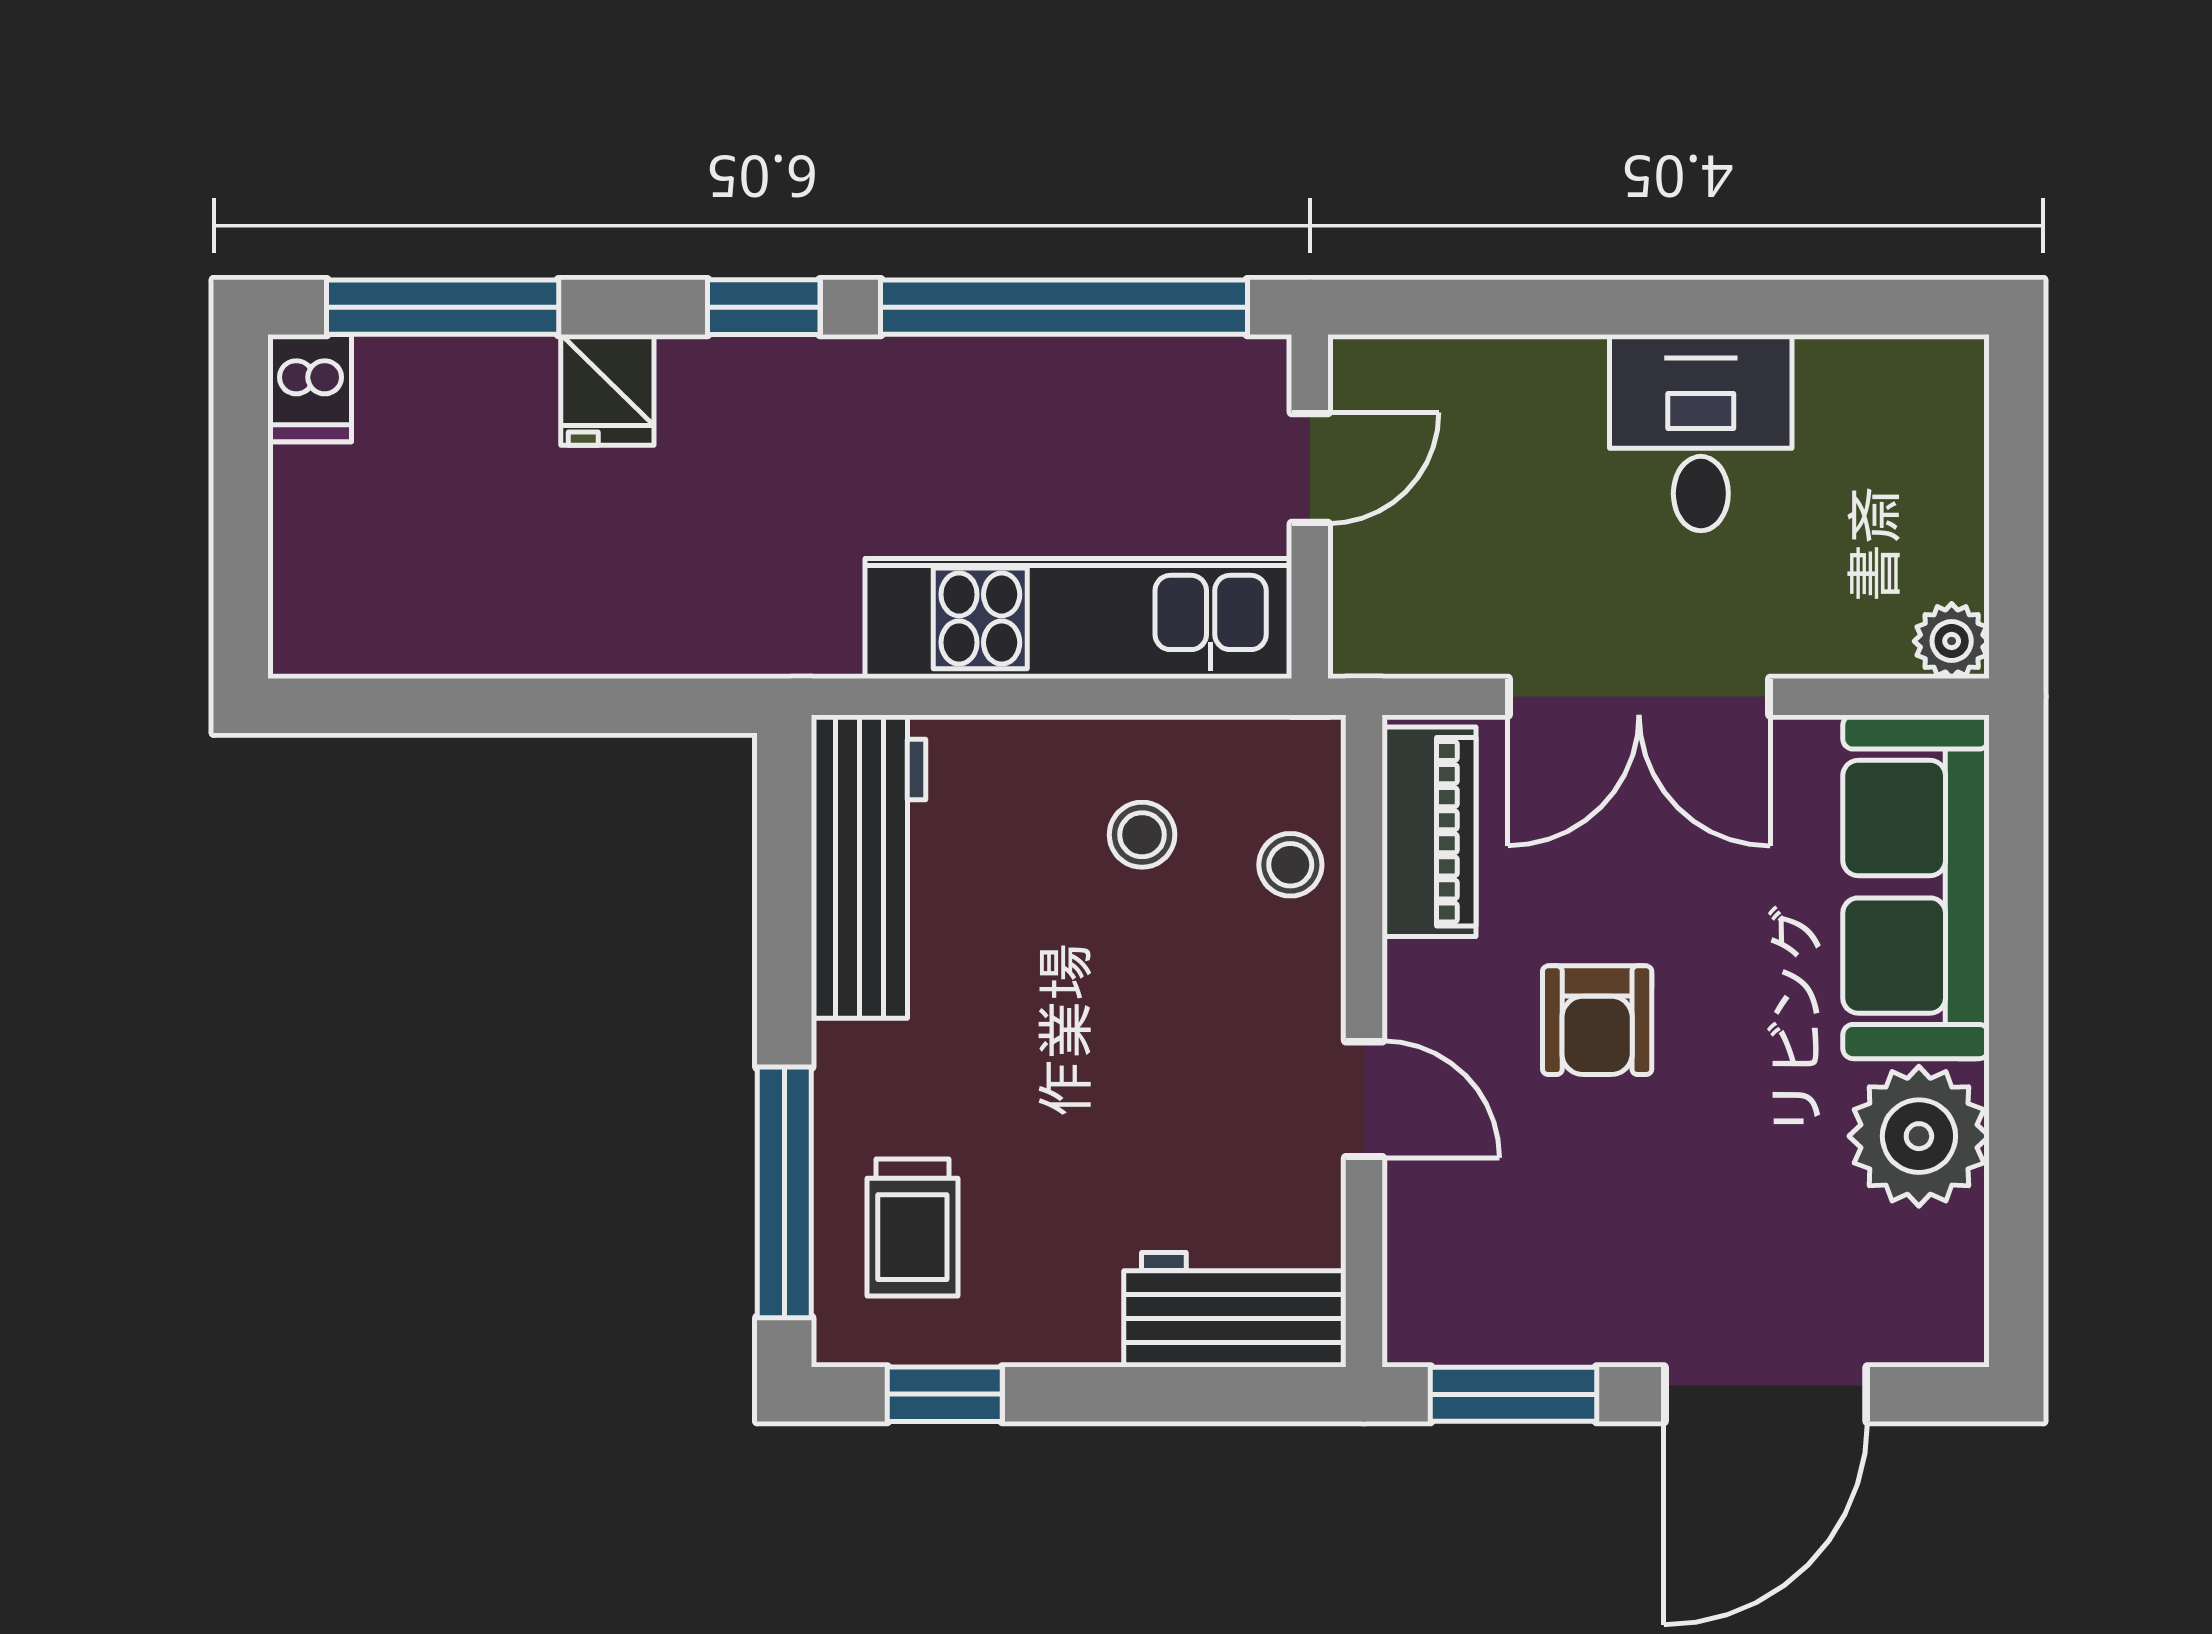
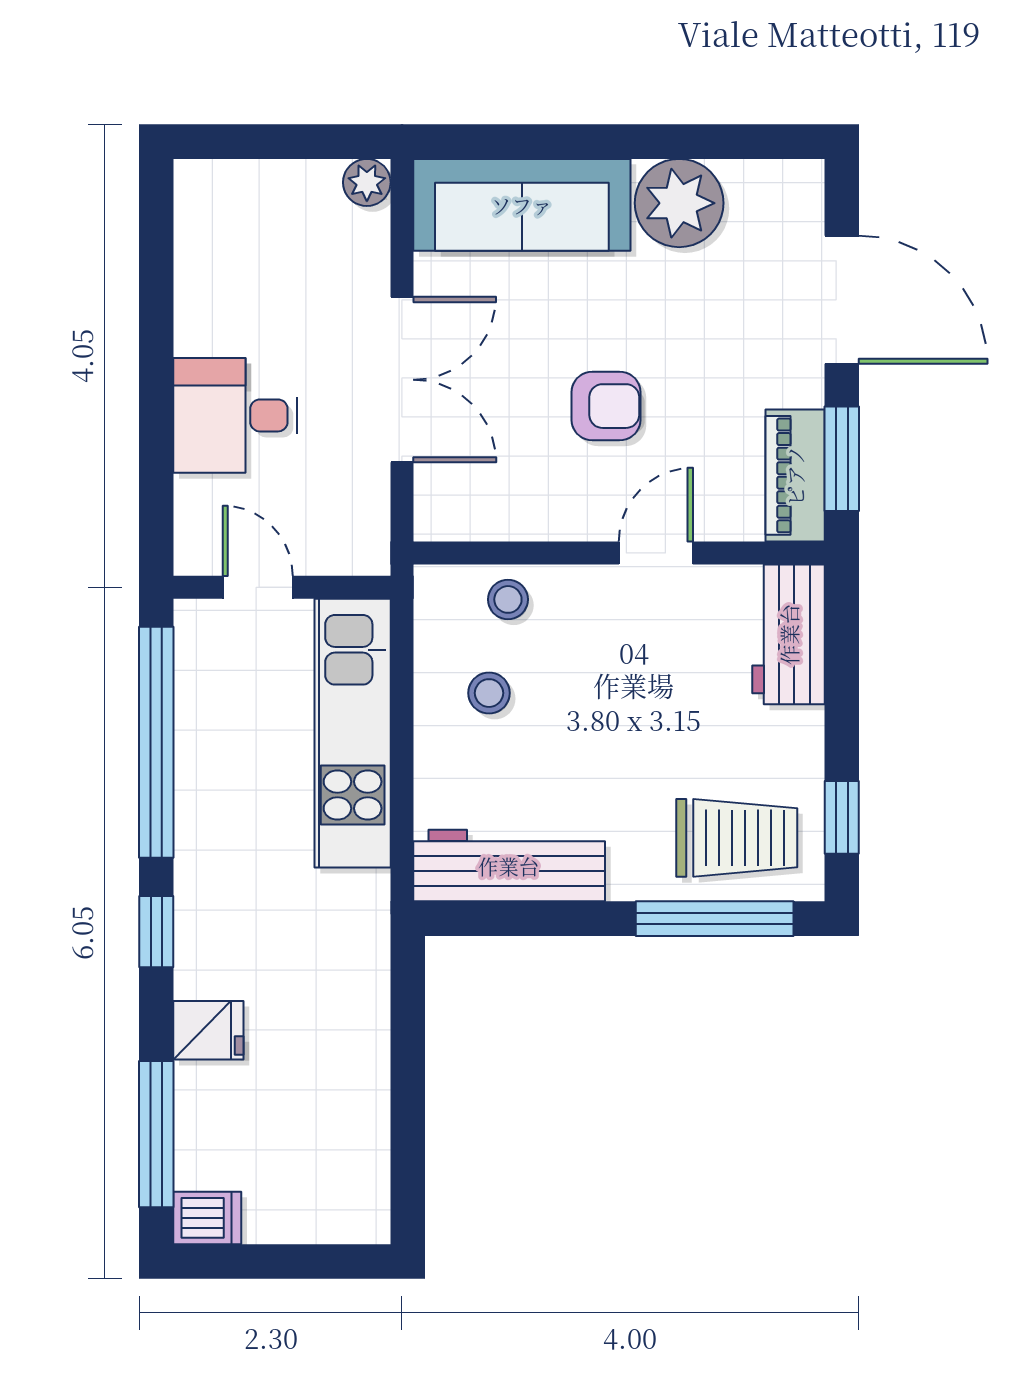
desk: (1701, 433) -> (235, 415), moved
piano: (1429, 832) -> (795, 475), moved, turned -90
trolley: (912, 1227) -> (737, 838), width x1.36, depth x1.39

